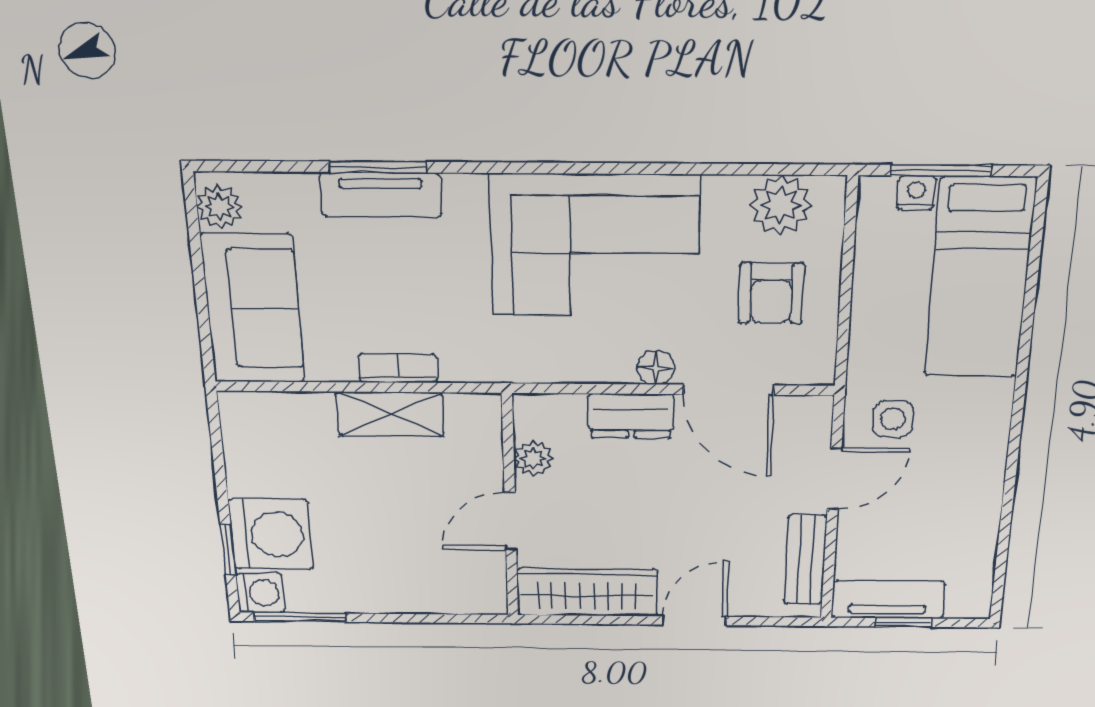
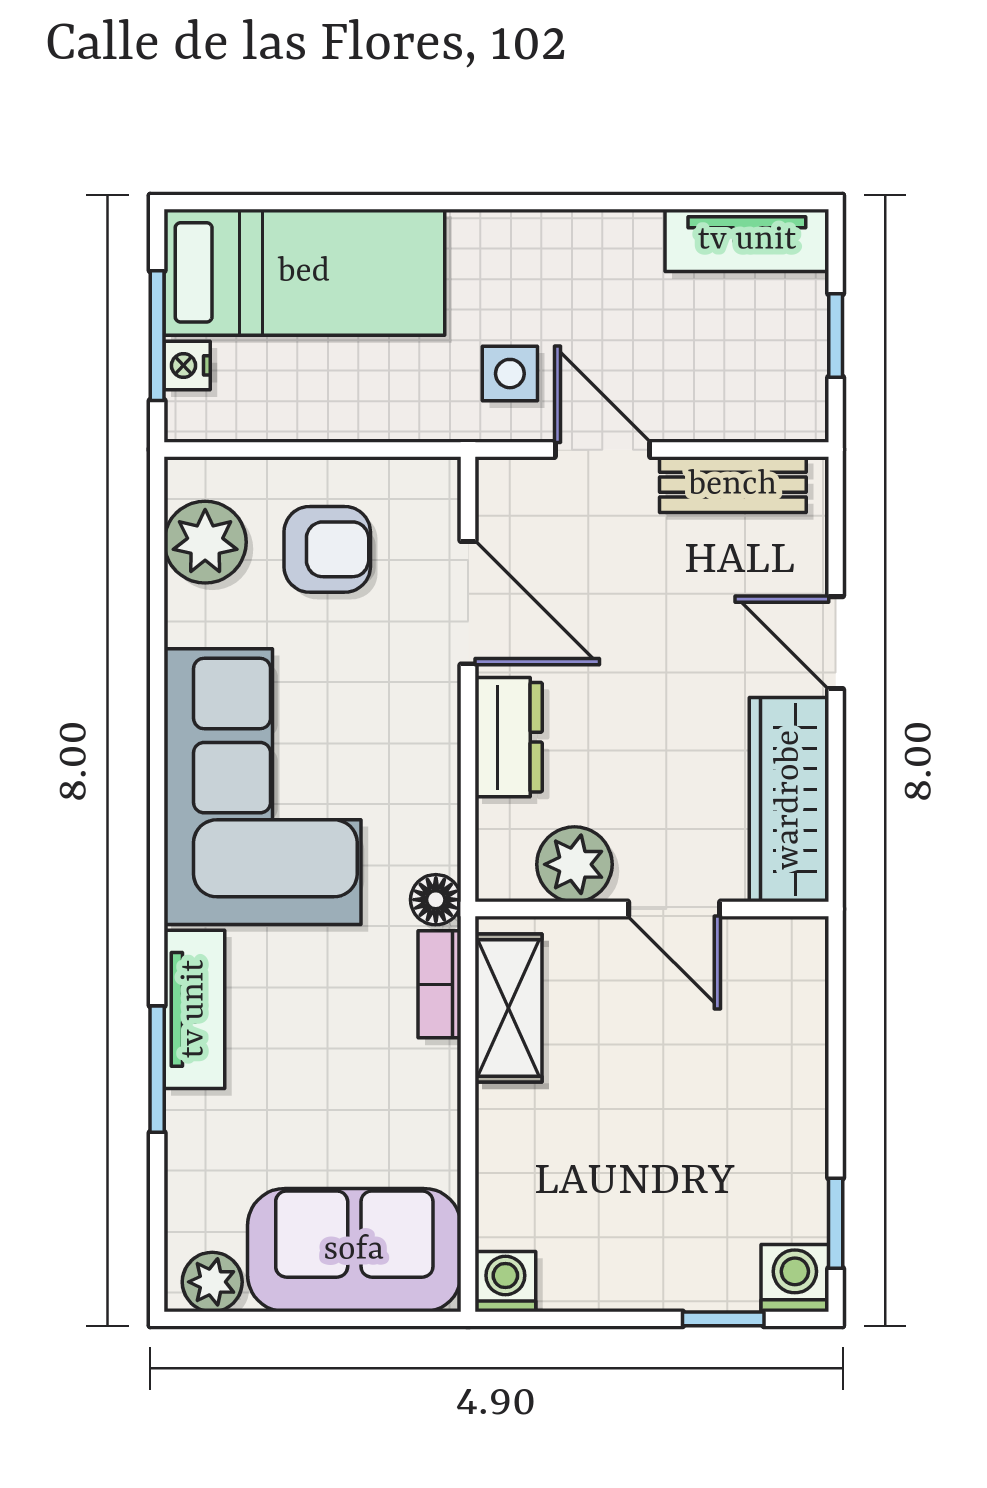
tv unit: (381, 195) -> (194, 1009), moved
bookcase: (398, 368) -> (440, 984), moved
floor lamp: (656, 368) -> (436, 900), moved
door: (729, 390) -> (468, 603), hinge flipped
shelving: (390, 414) -> (508, 1008), moved
plant: (533, 458) -> (574, 864), width x1.38, depth x1.38
washing machine: (271, 534) -> (505, 1282), moved, width x0.53, depth x0.53
tv unit: (888, 600) -> (747, 240), moved, turned -90
window: (300, 617) -> (836, 1223), width x0.67

